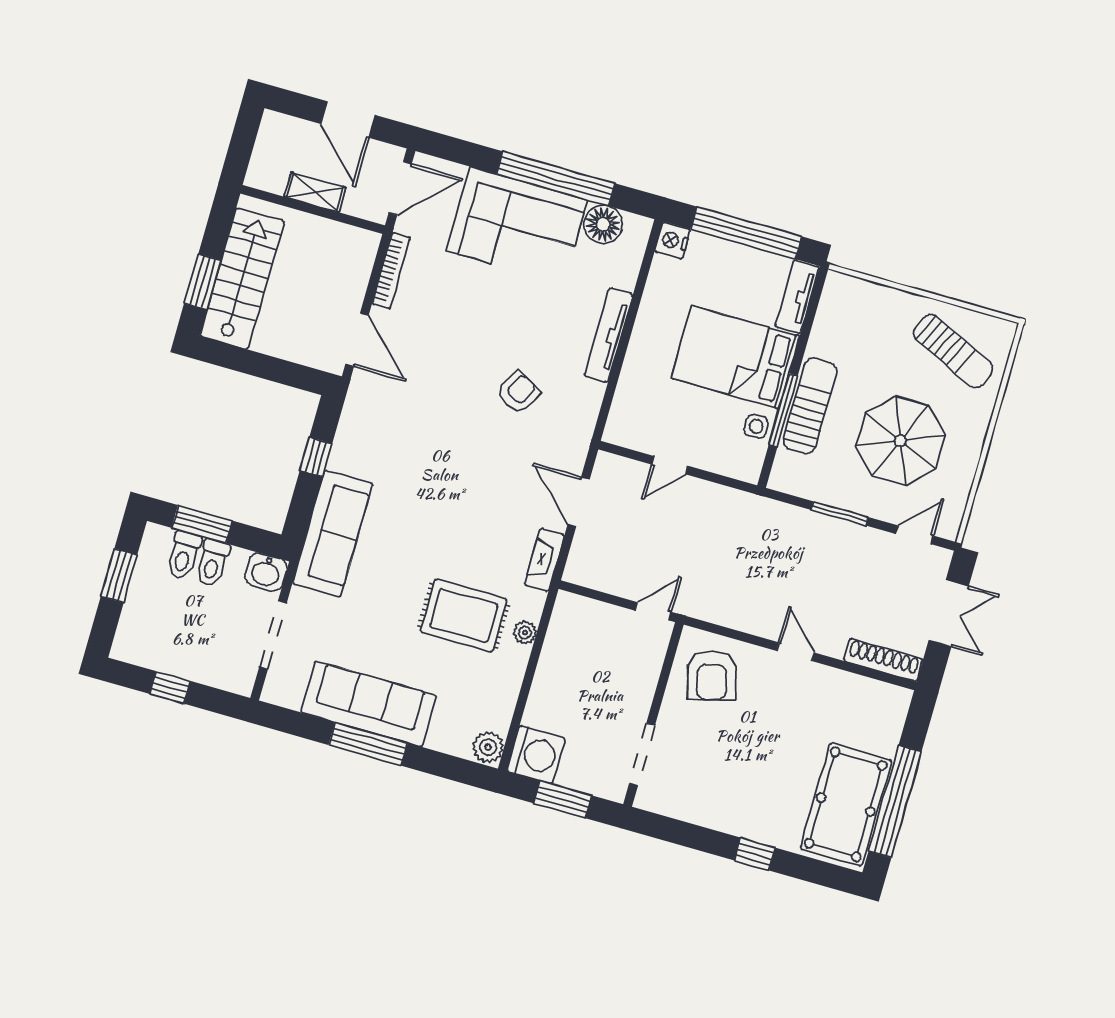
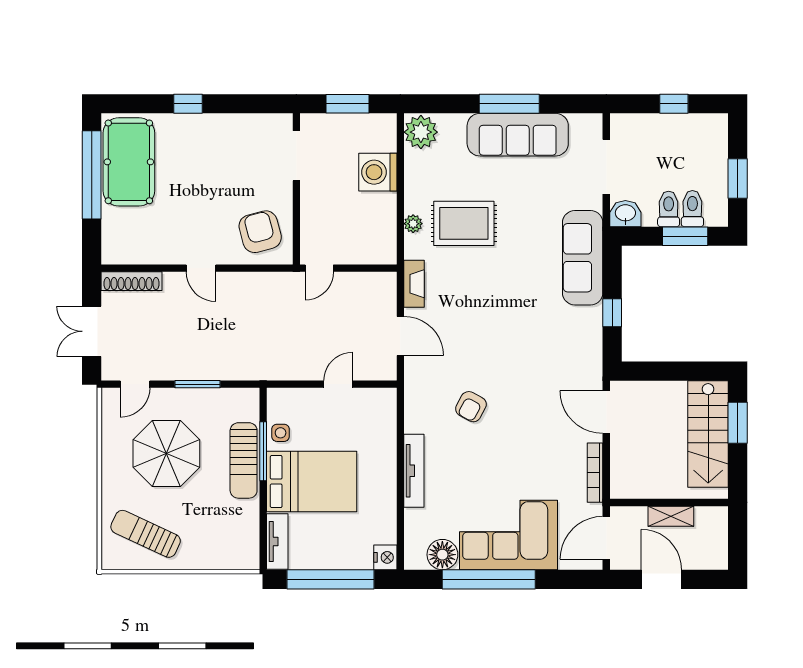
plant: (488, 747) -> (421, 132), width x1.36, depth x1.36
washing machine: (536, 755) -> (378, 172), moved

